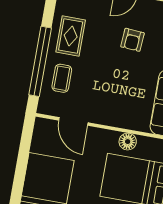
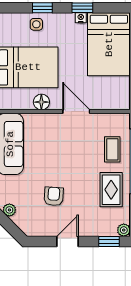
door: (73, 121) -> (76, 112), moved

